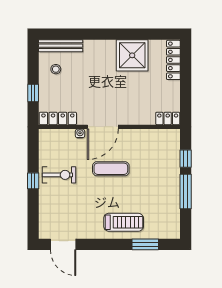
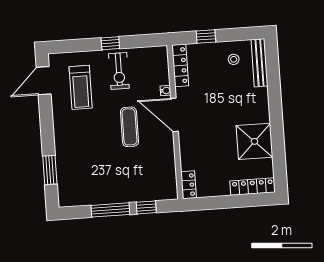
treadmill: (124, 222) -> (81, 87), moved

